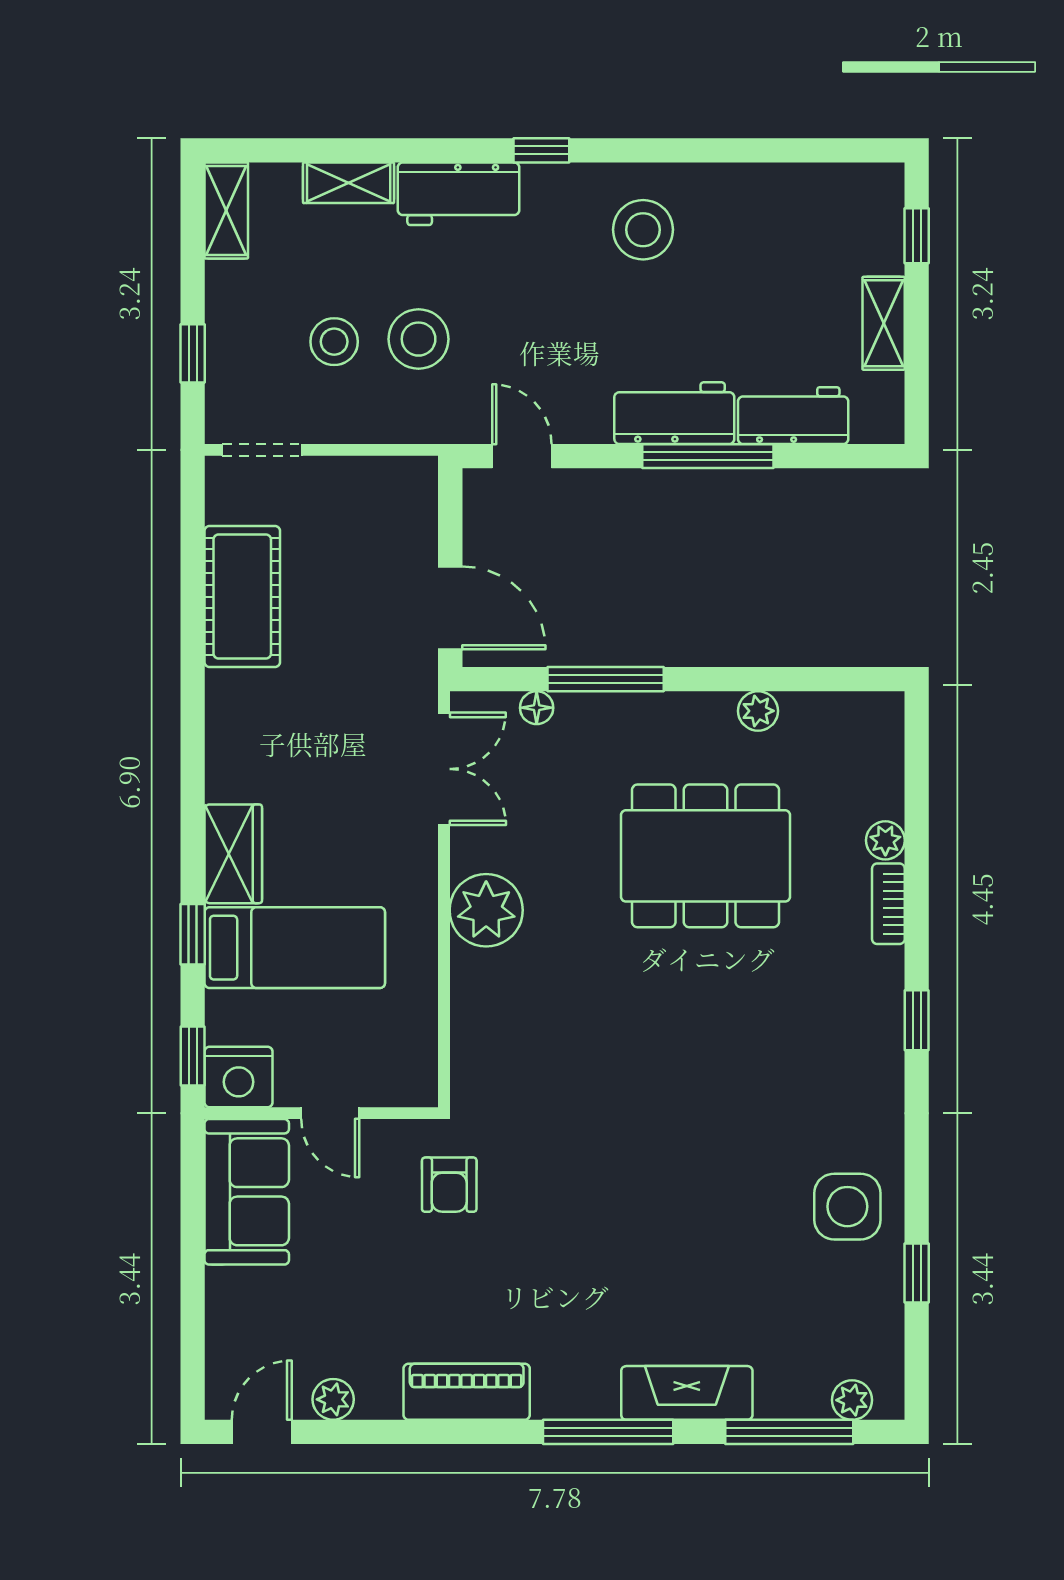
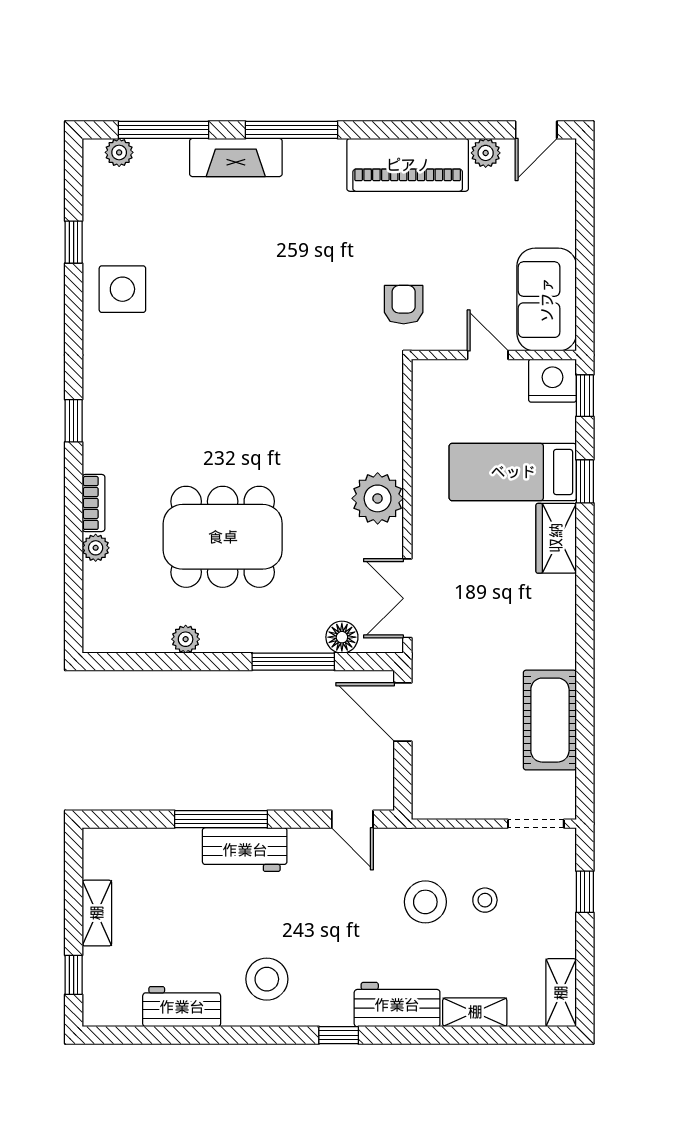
stool: (334, 342) -> (485, 900), width x0.73, depth x0.73
workbench: (793, 416) -> (182, 1007), moved, turned 180
floor lamp: (537, 708) -> (342, 637), width x1.37, depth x1.37
piano: (467, 1392) -> (408, 165), width x1.37, depth x1.33

